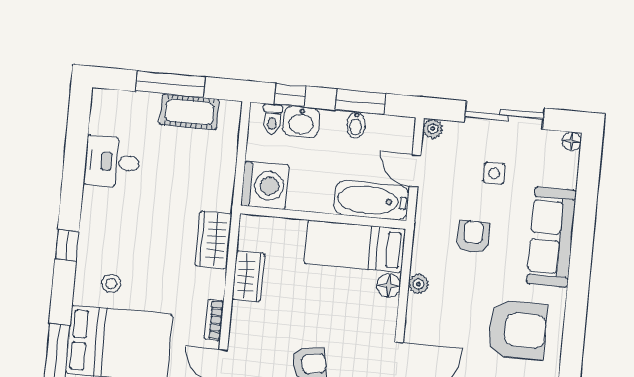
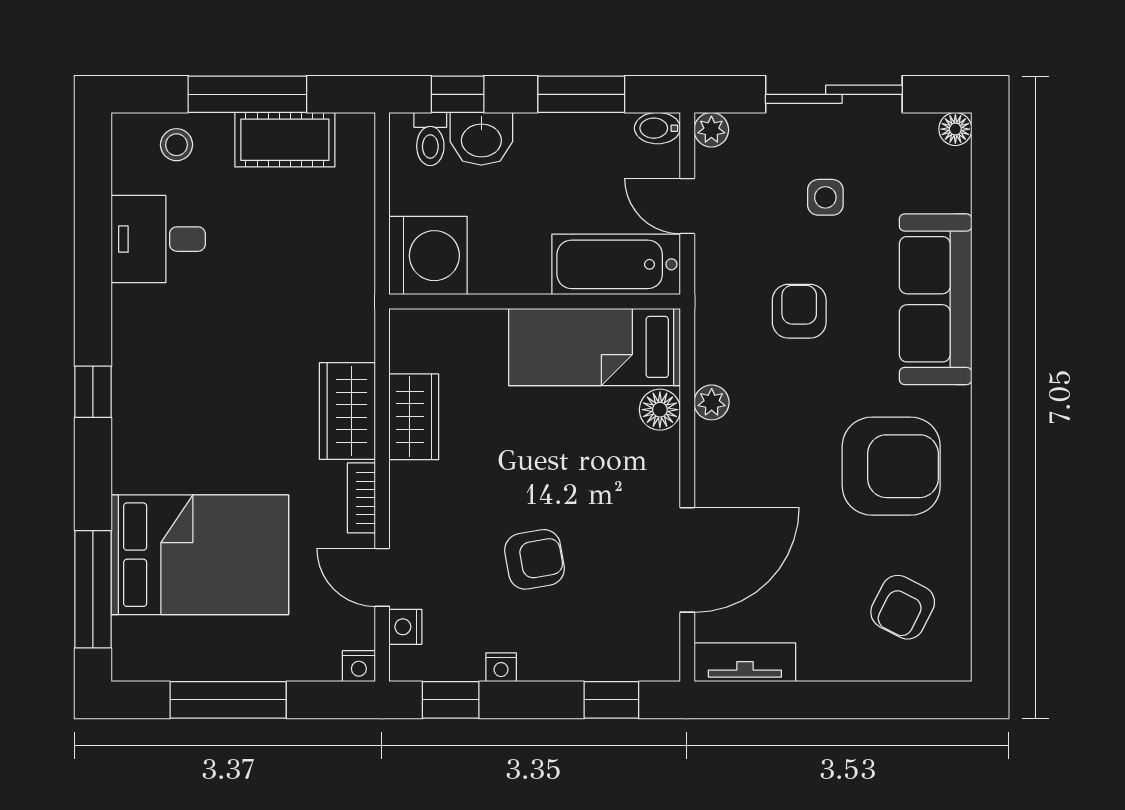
bidet: (356, 125) -> (657, 128), moved, turned 90
wardrobe: (213, 240) -> (347, 411), moved
stool: (111, 283) -> (177, 145), moved

